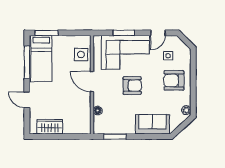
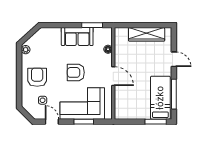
door: (158, 33) -> (52, 122), hinge flipped
side table: (81, 55) -> (123, 101), removed
armchair: (174, 80) -> (37, 77), turned -90
sofa: (153, 124) -> (77, 36), moved
wardrobe: (50, 127) -> (147, 34), width x1.50

